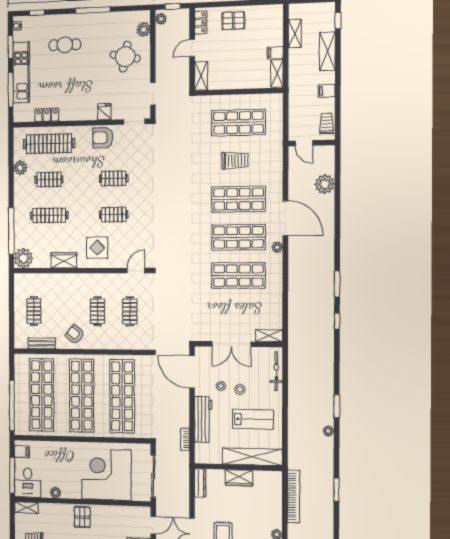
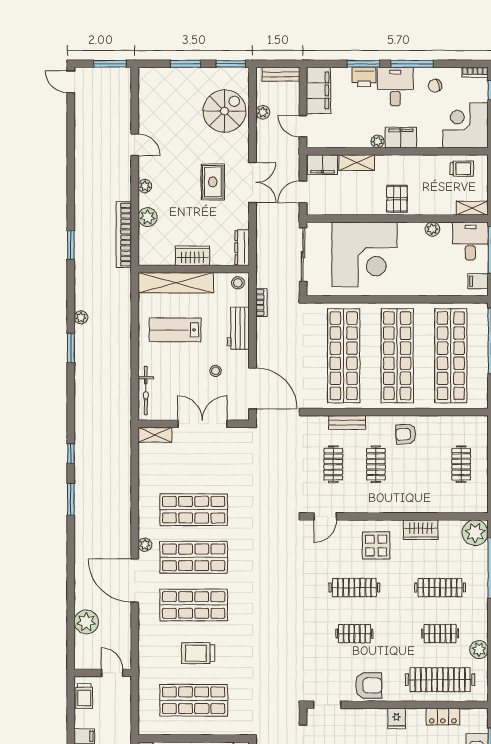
fridge: (104, 112) -> (397, 718), moved
clothes rail: (114, 215) -> (354, 588), width x1.36
armchair: (75, 335) -> (406, 434), turned 137
bench: (42, 343) -> (347, 422), moved
stool: (240, 389) -> (238, 283), moved
workbench: (203, 419) -> (238, 328), width x0.73
plant: (275, 510) -> (148, 217), added

